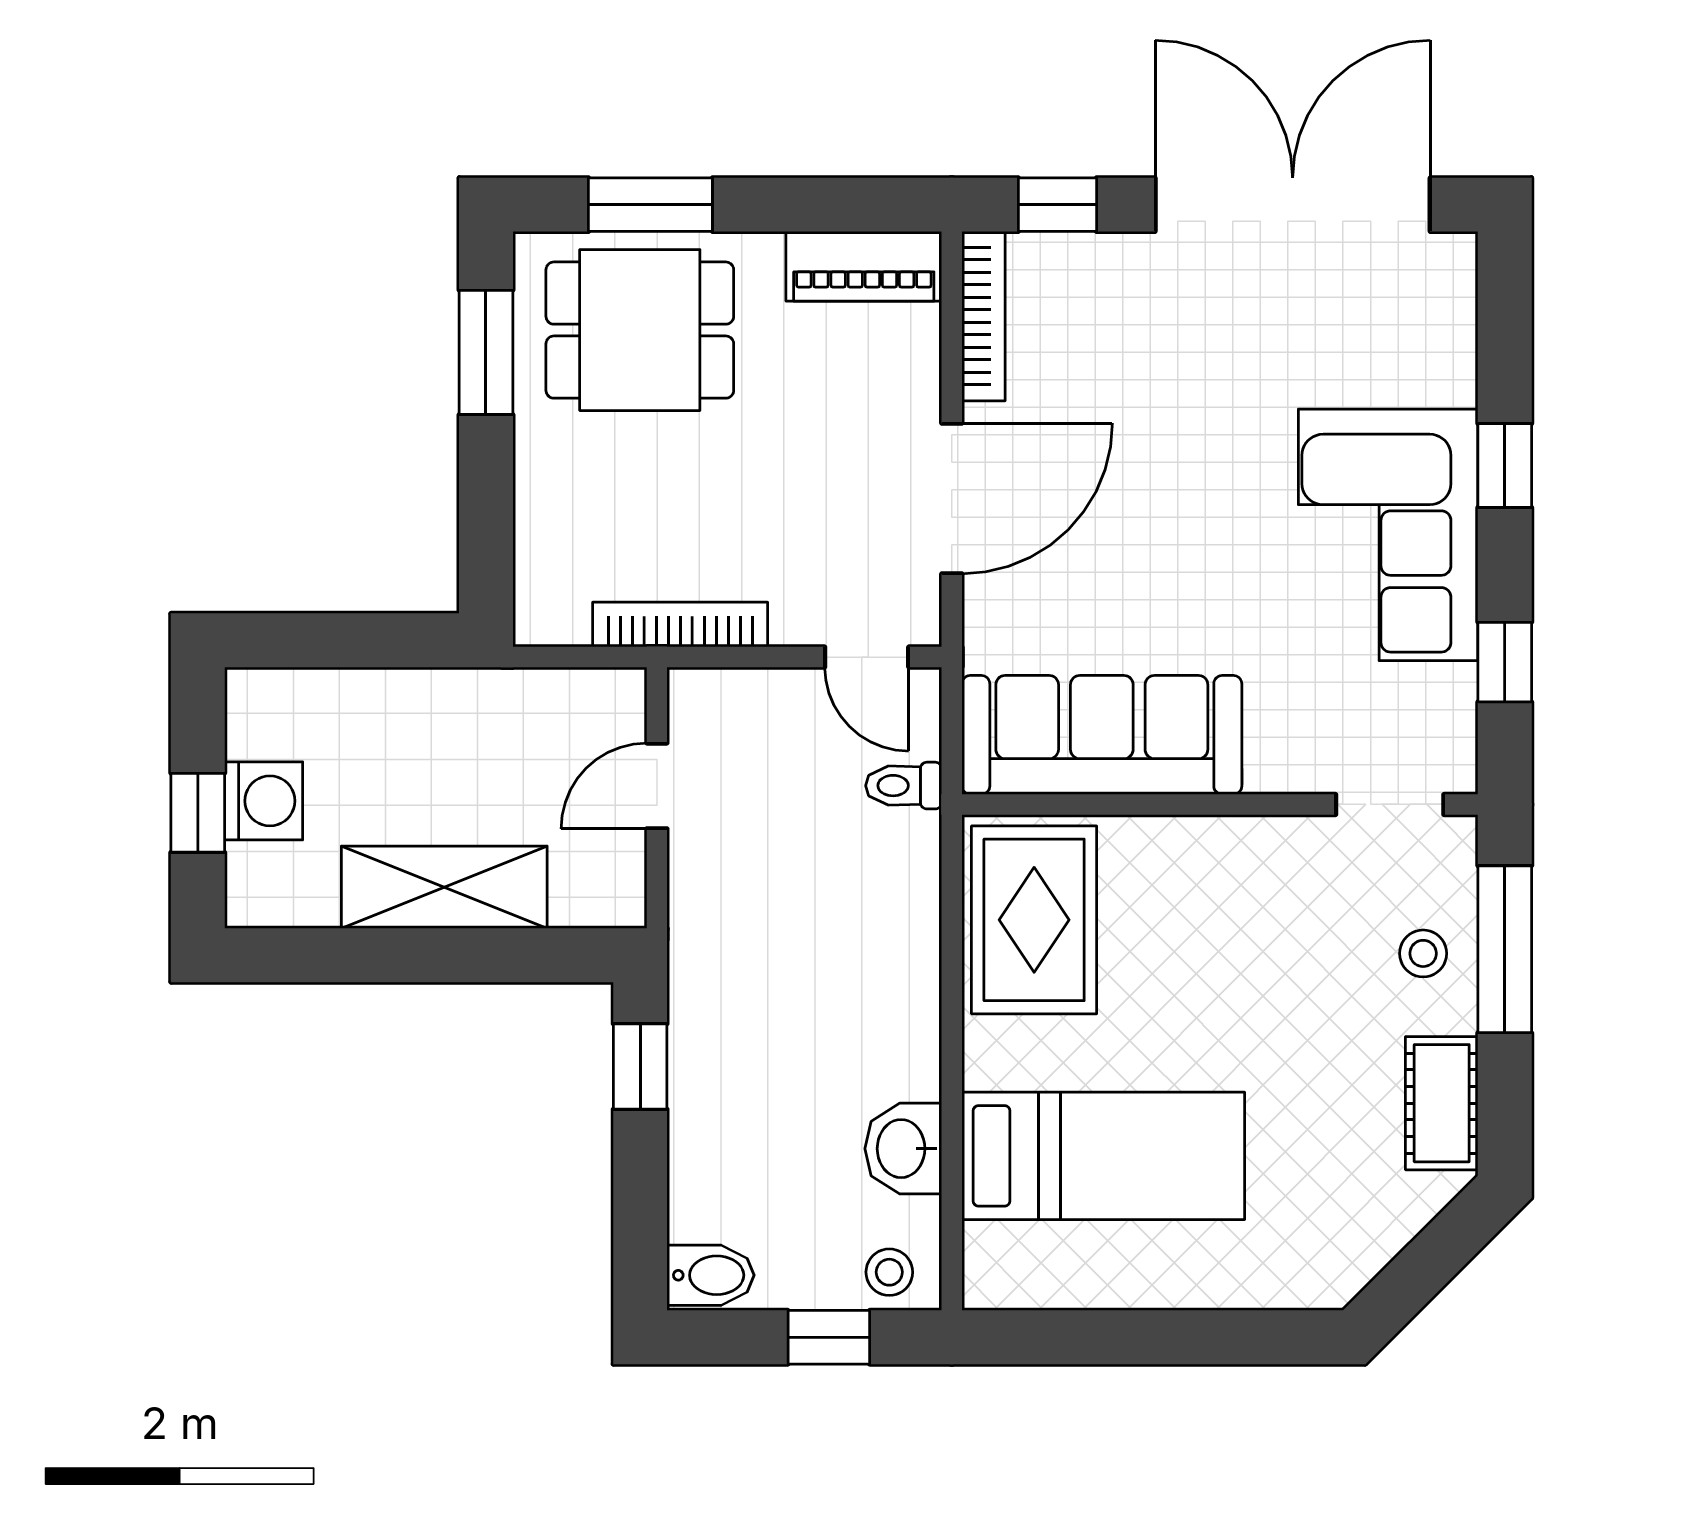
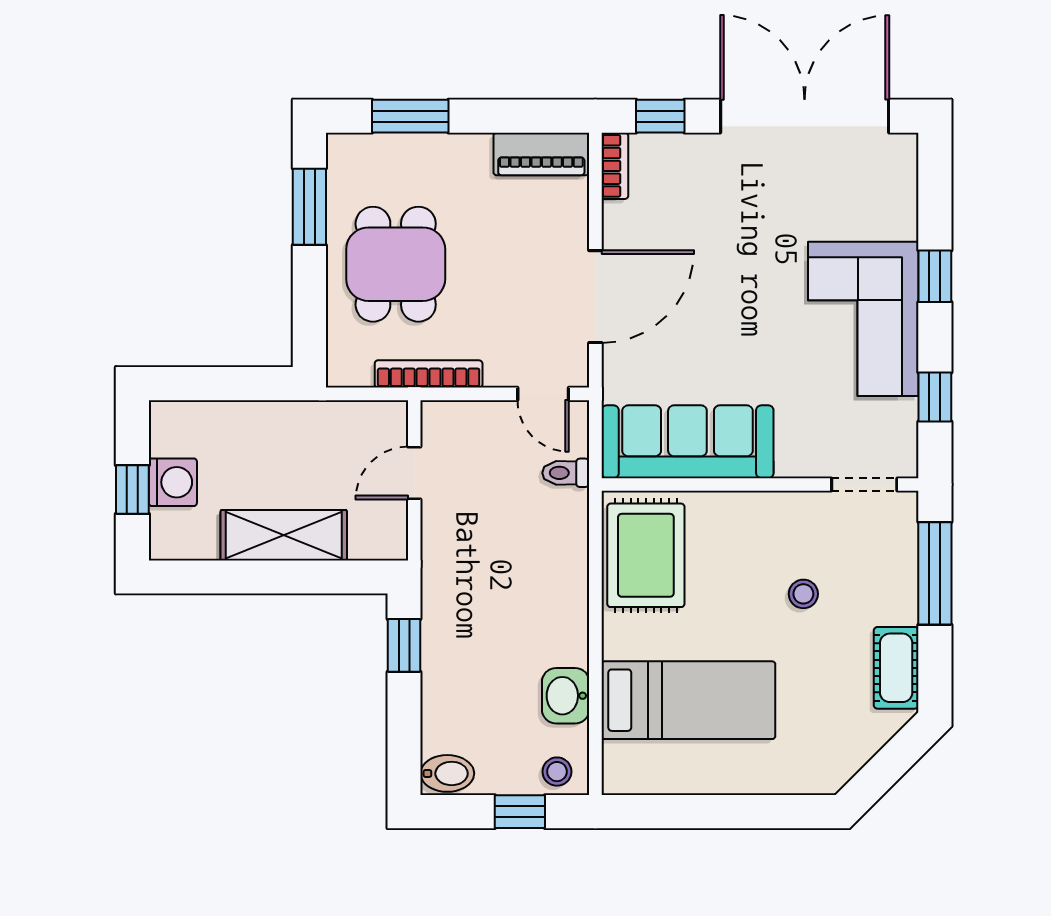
bookcase: (984, 316) -> (615, 166), width x0.64
dining table: (640, 330) -> (396, 264), moved, turned 90
stool: (1423, 953) -> (803, 594), moved

